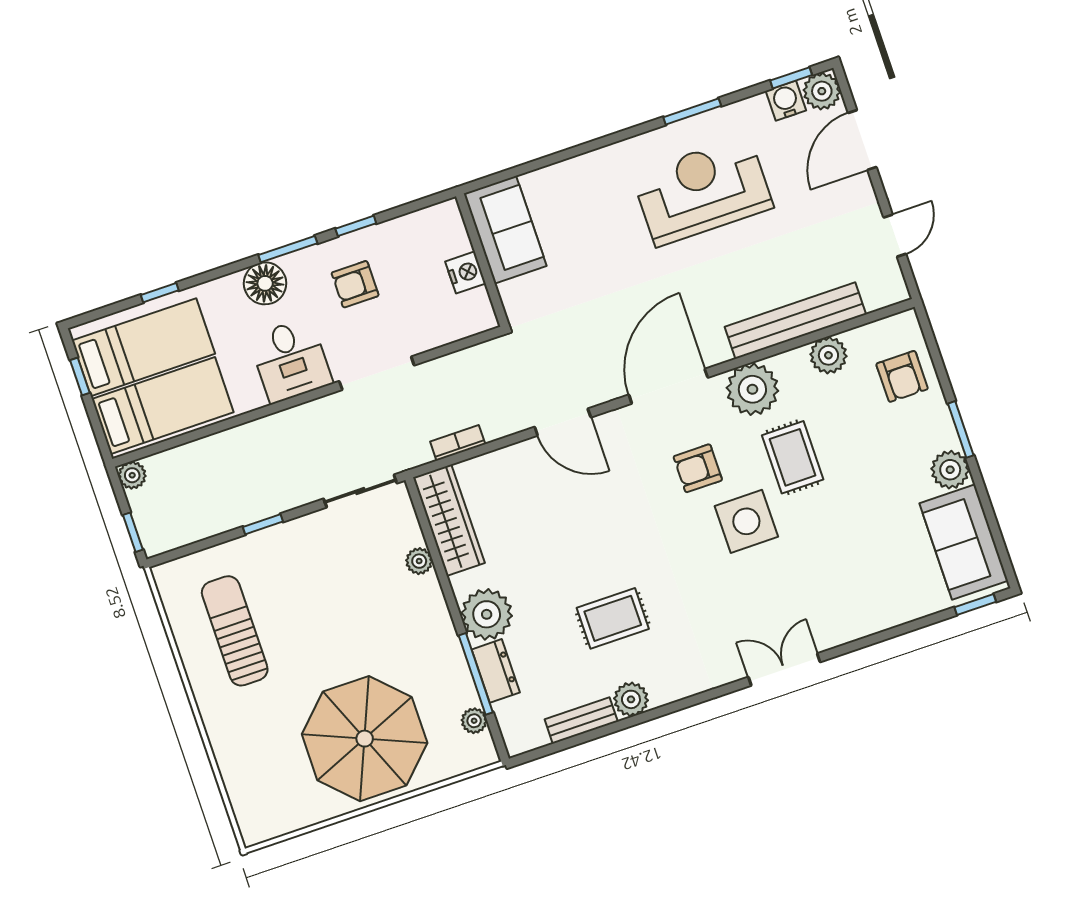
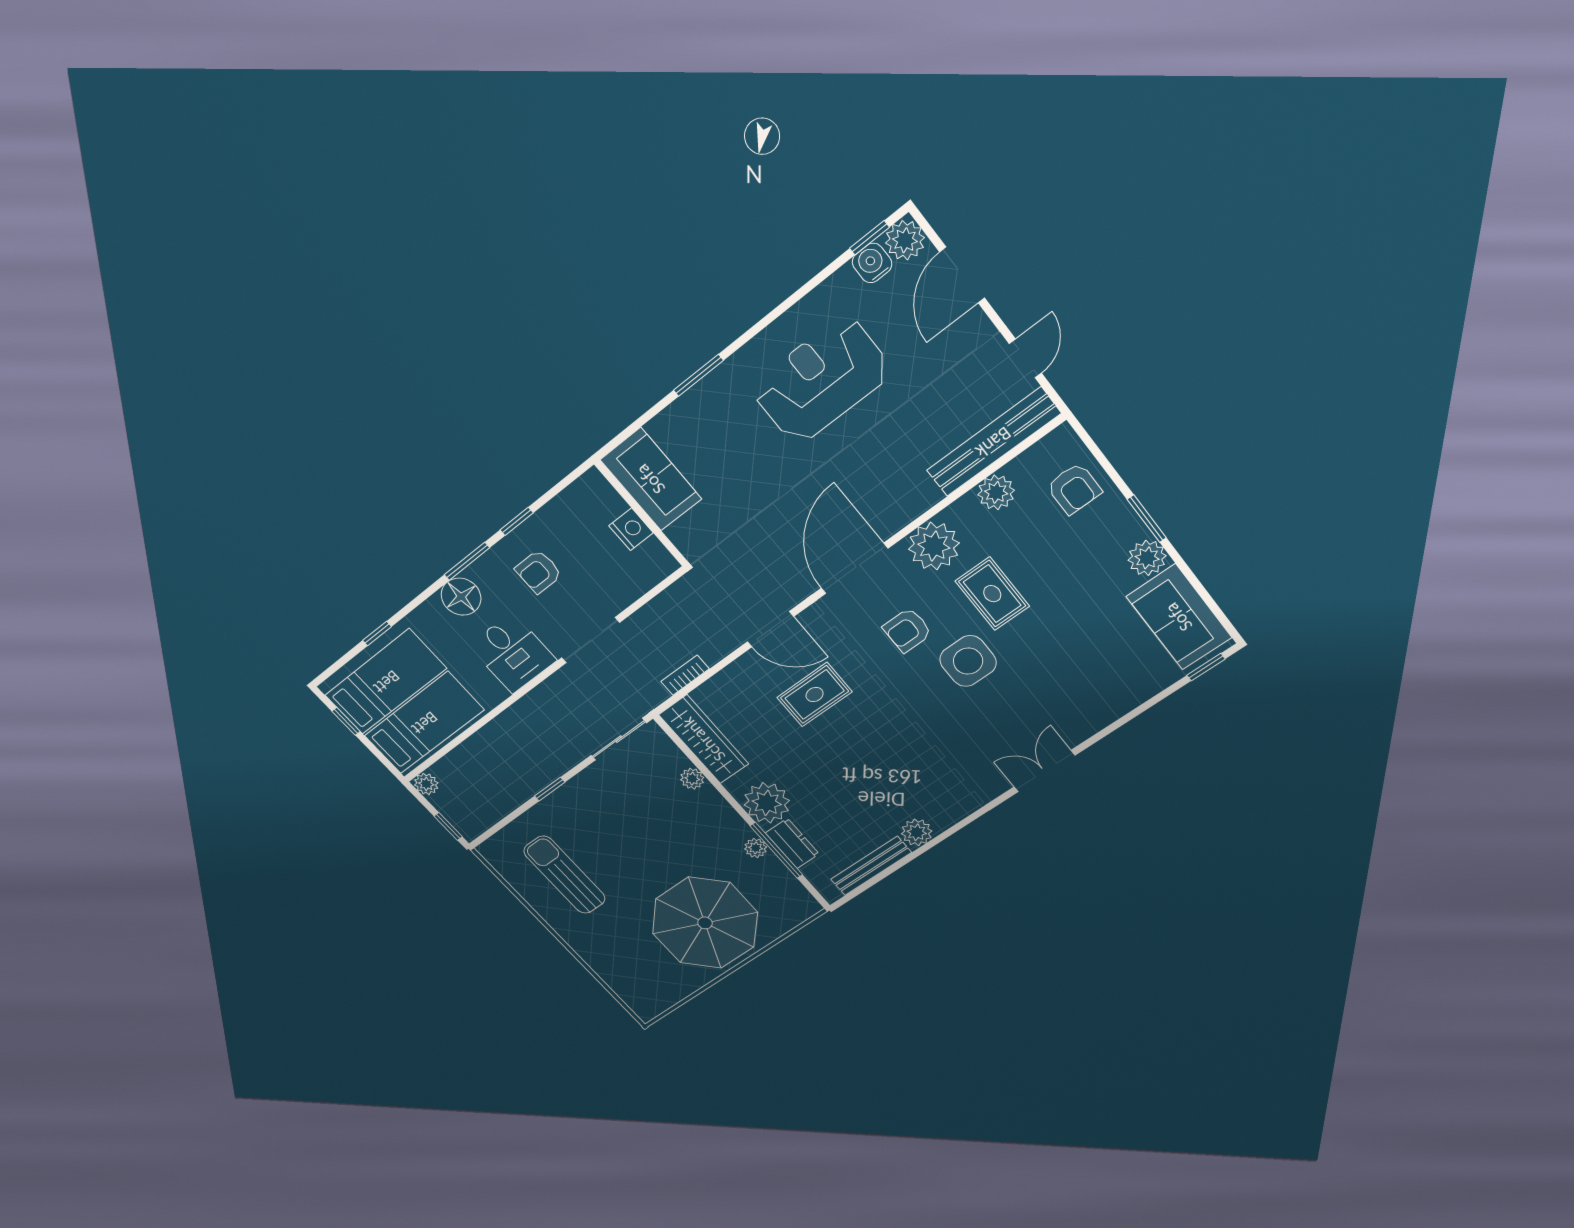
window: (692, 111) -> (698, 375), moved
bench: (795, 321) -> (993, 442), moved
rug: (613, 618) -> (815, 695), moved
plant: (474, 721) -> (756, 848), moved
bench: (581, 721) -> (871, 866), width x1.36

